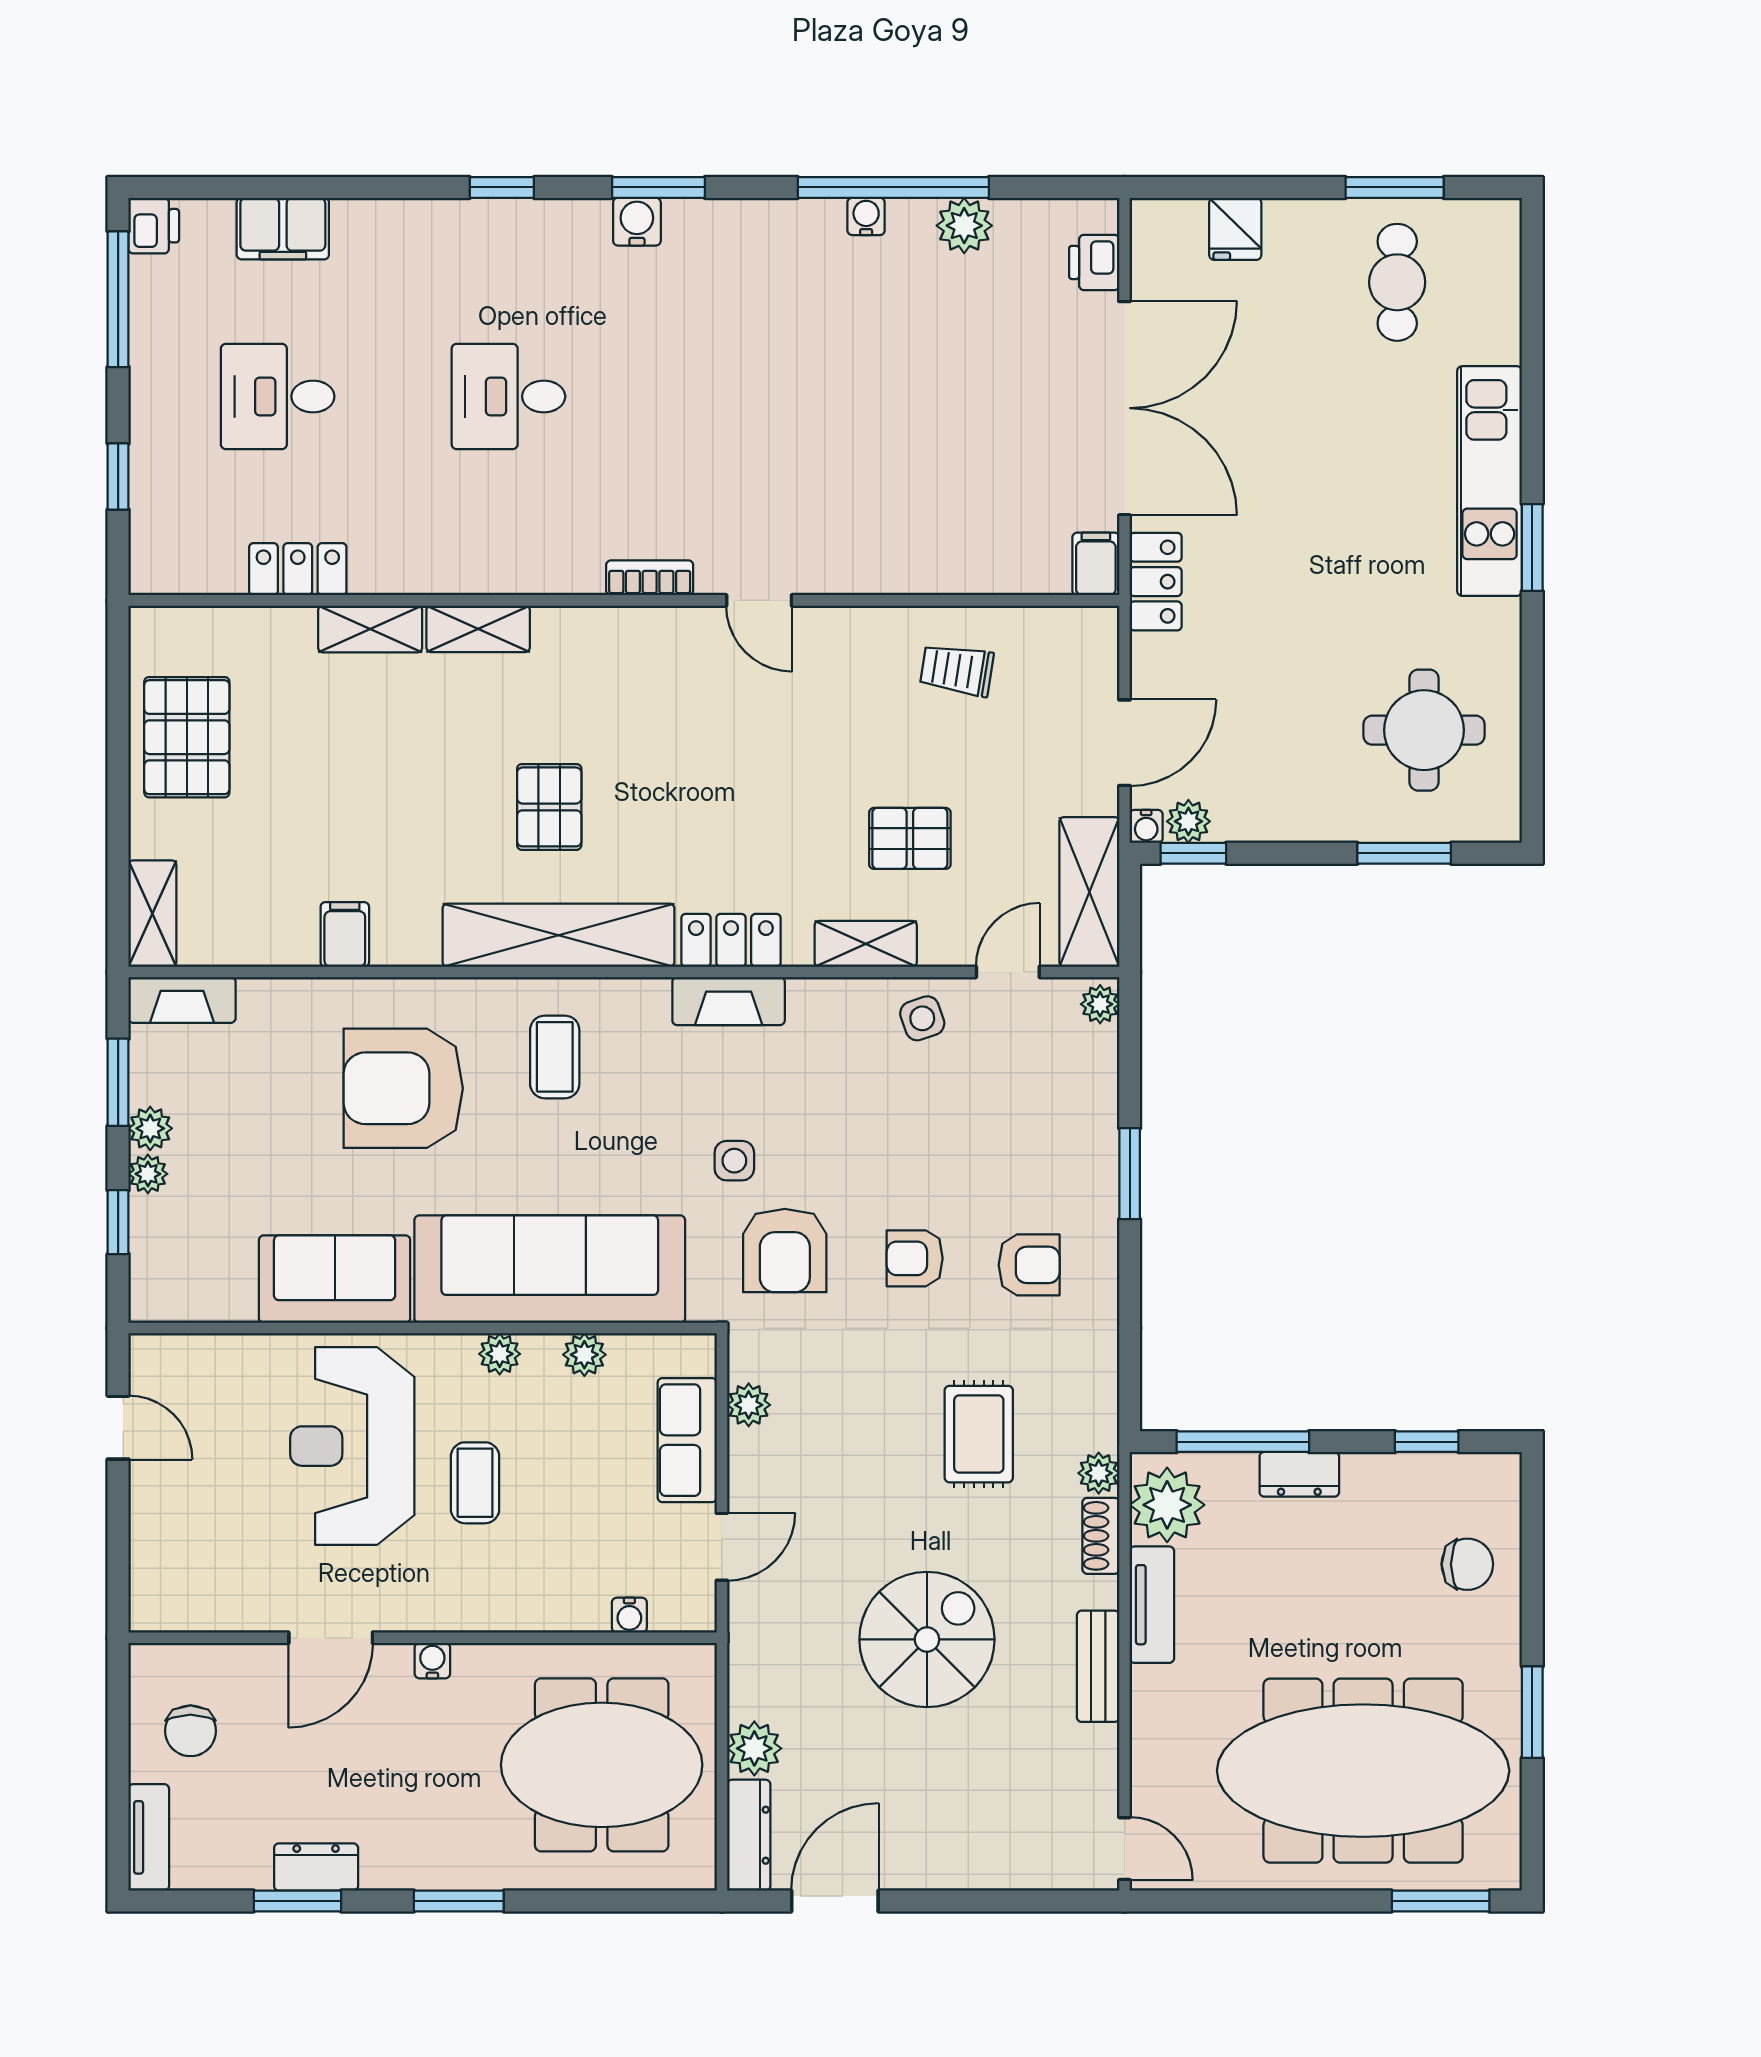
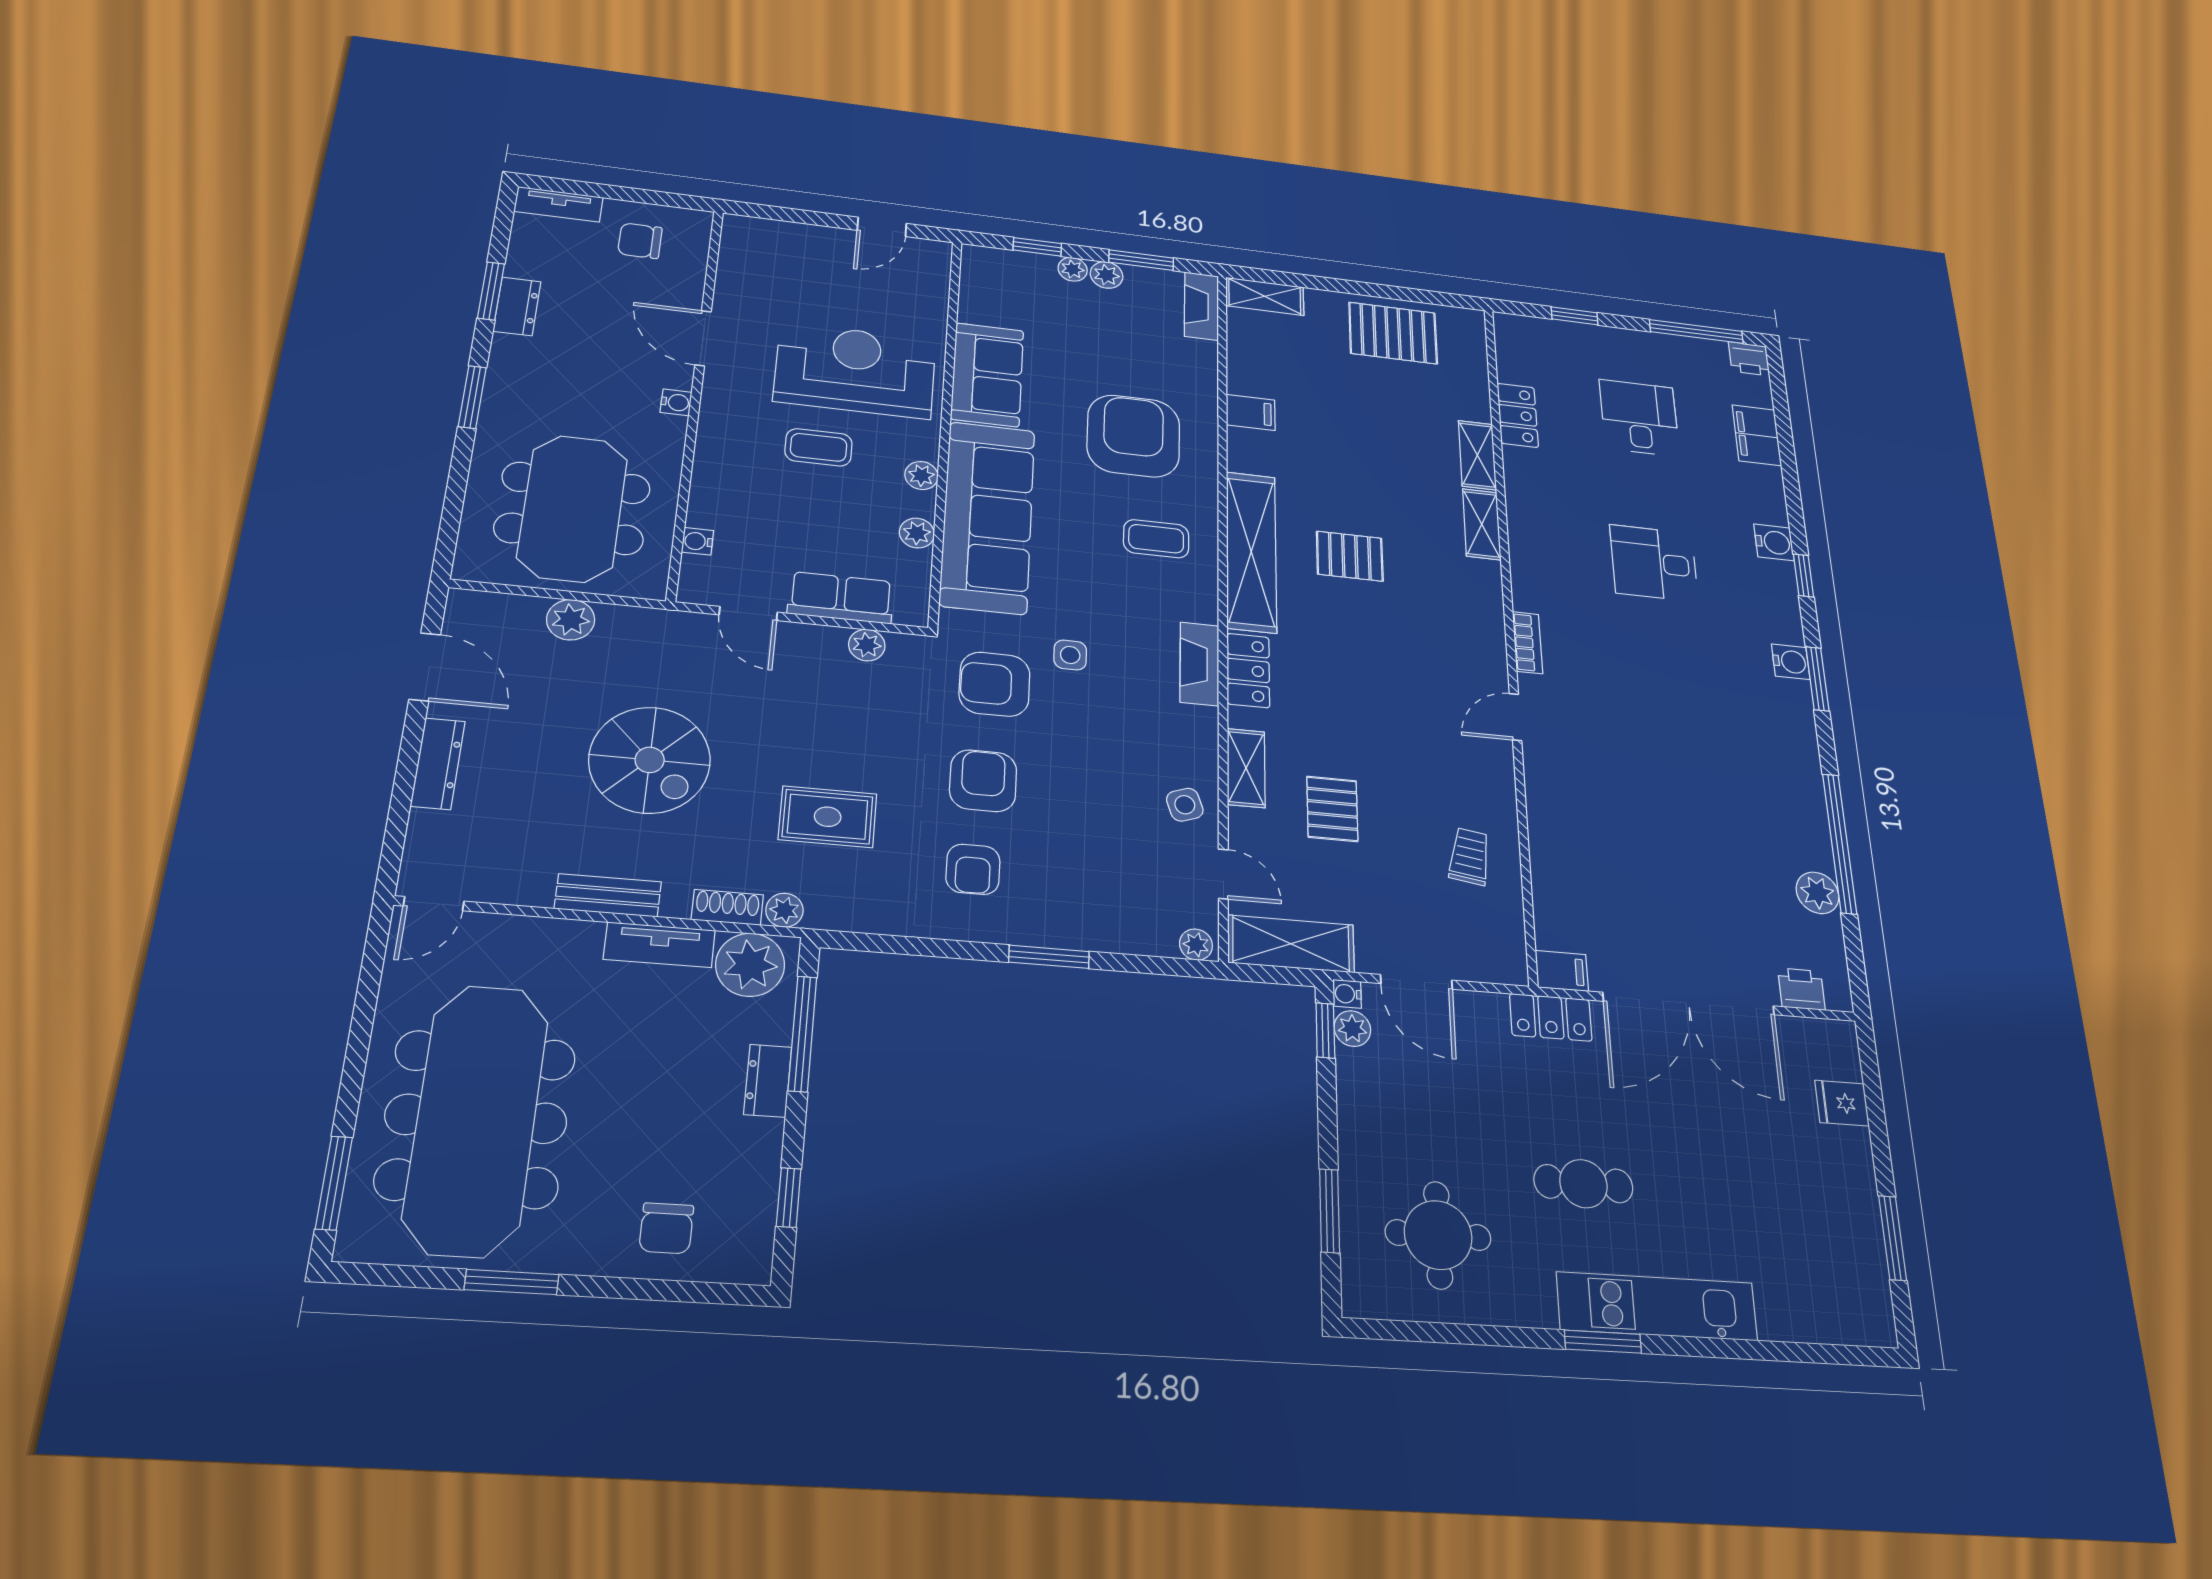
water cooler: (866, 216) -> (1774, 542), moved, width x1.38, depth x1.38
cafe table: (1397, 282) -> (1583, 1184), moved
desk: (508, 396) -> (1654, 563), turned -90
armchair: (915, 1258) -> (983, 781), width x1.38, depth x1.38
dresser: (749, 1835) -> (438, 763), moved, turned -90

